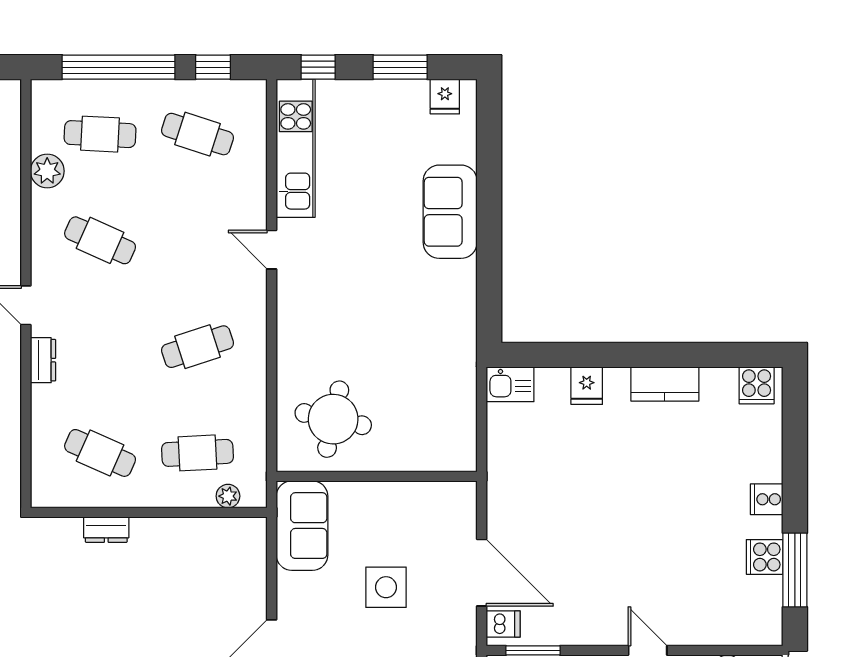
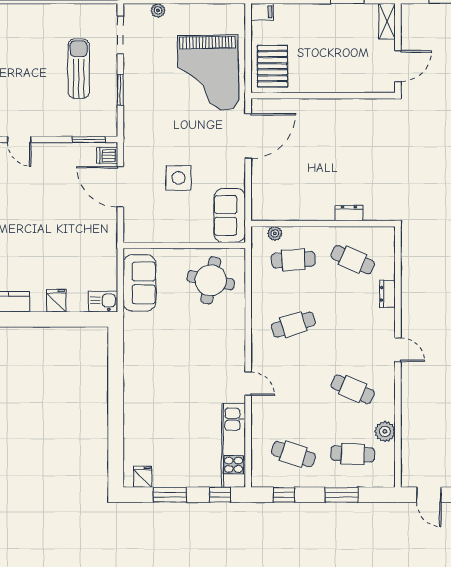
window: (118, 67) -> (341, 495), width x0.47
sofa: (450, 212) -> (139, 283), moved
dresser: (43, 360) -> (387, 294), moved

